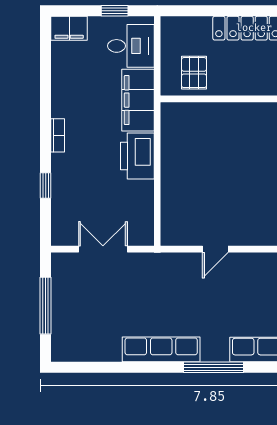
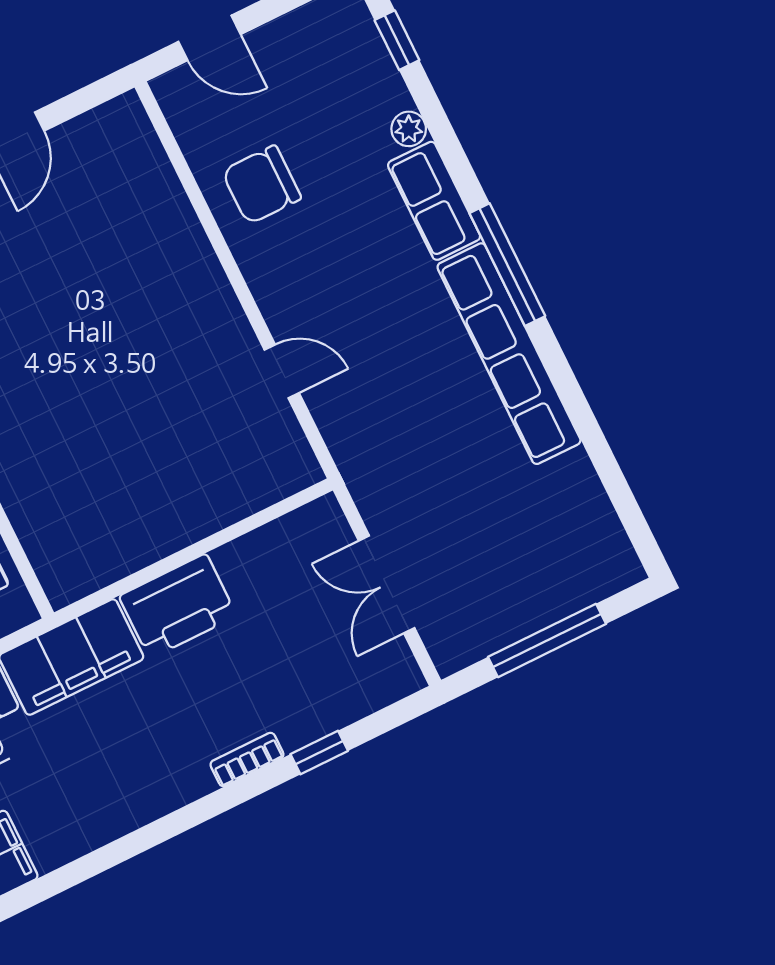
bookcase: (58, 135) -> (247, 760), moved
row of seats: (161, 349) -> (509, 354), width x1.36

